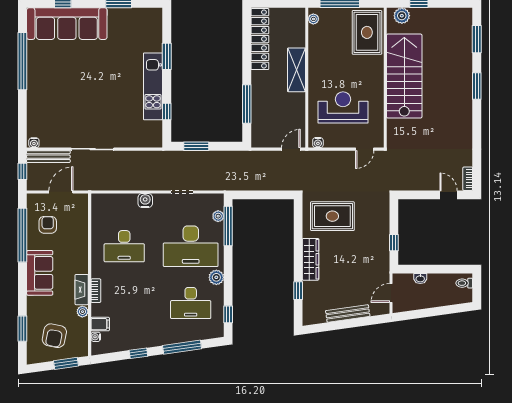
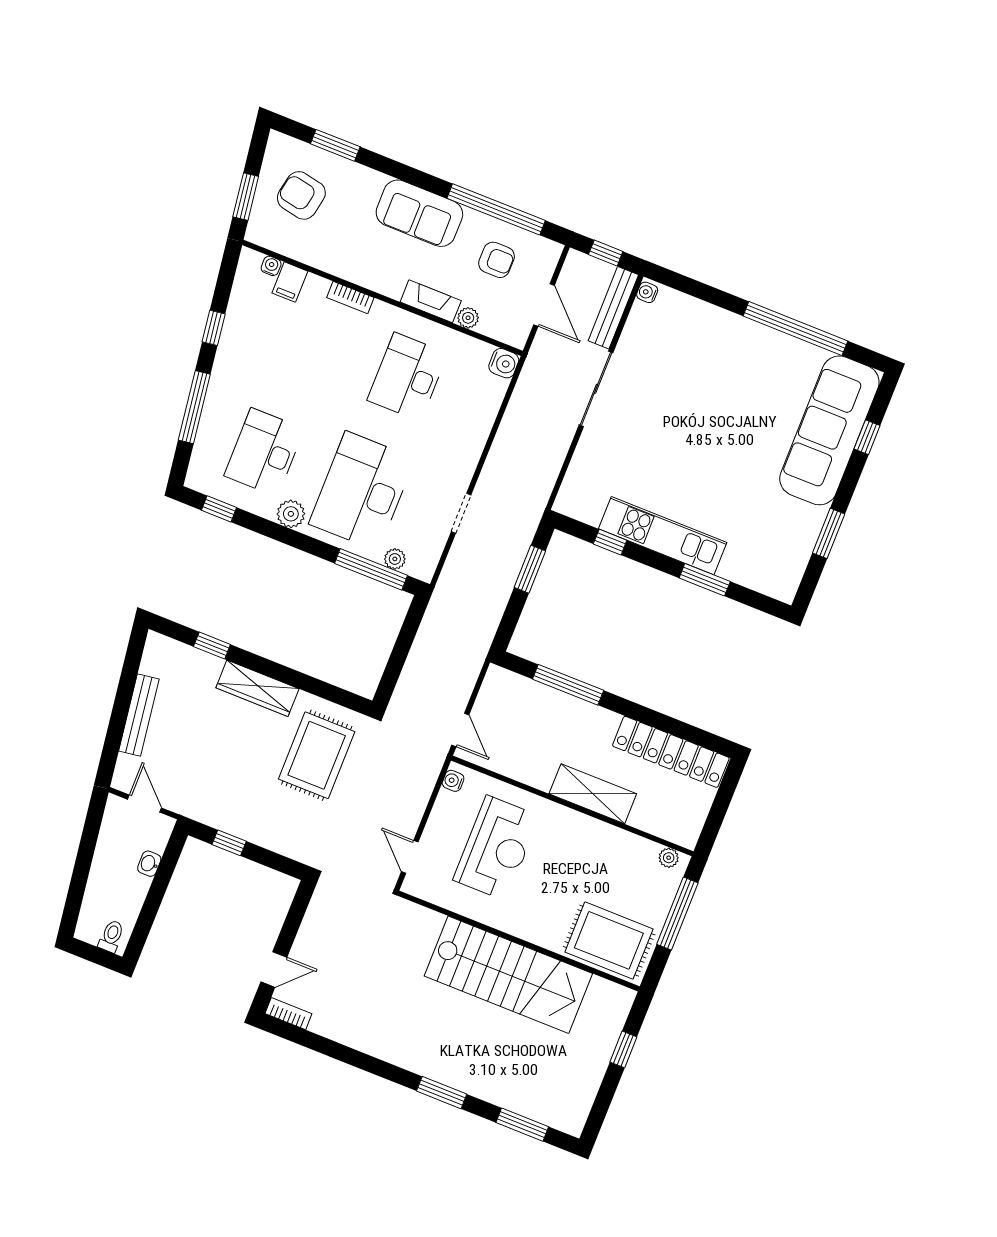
plant: (402, 16) -> (614, 1012), removed
water cooler: (145, 201) -> (504, 363), moved
fireplace: (82, 290) -> (431, 301), moved
plant: (82, 312) -> (468, 318), moved

